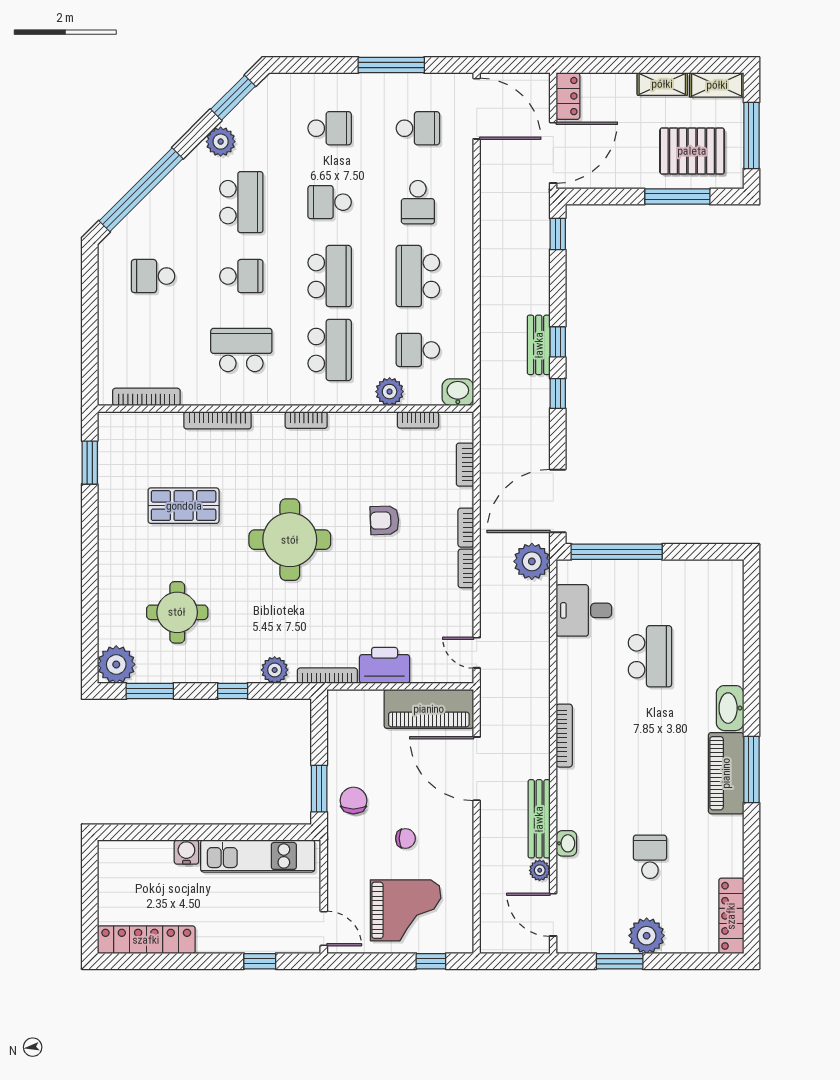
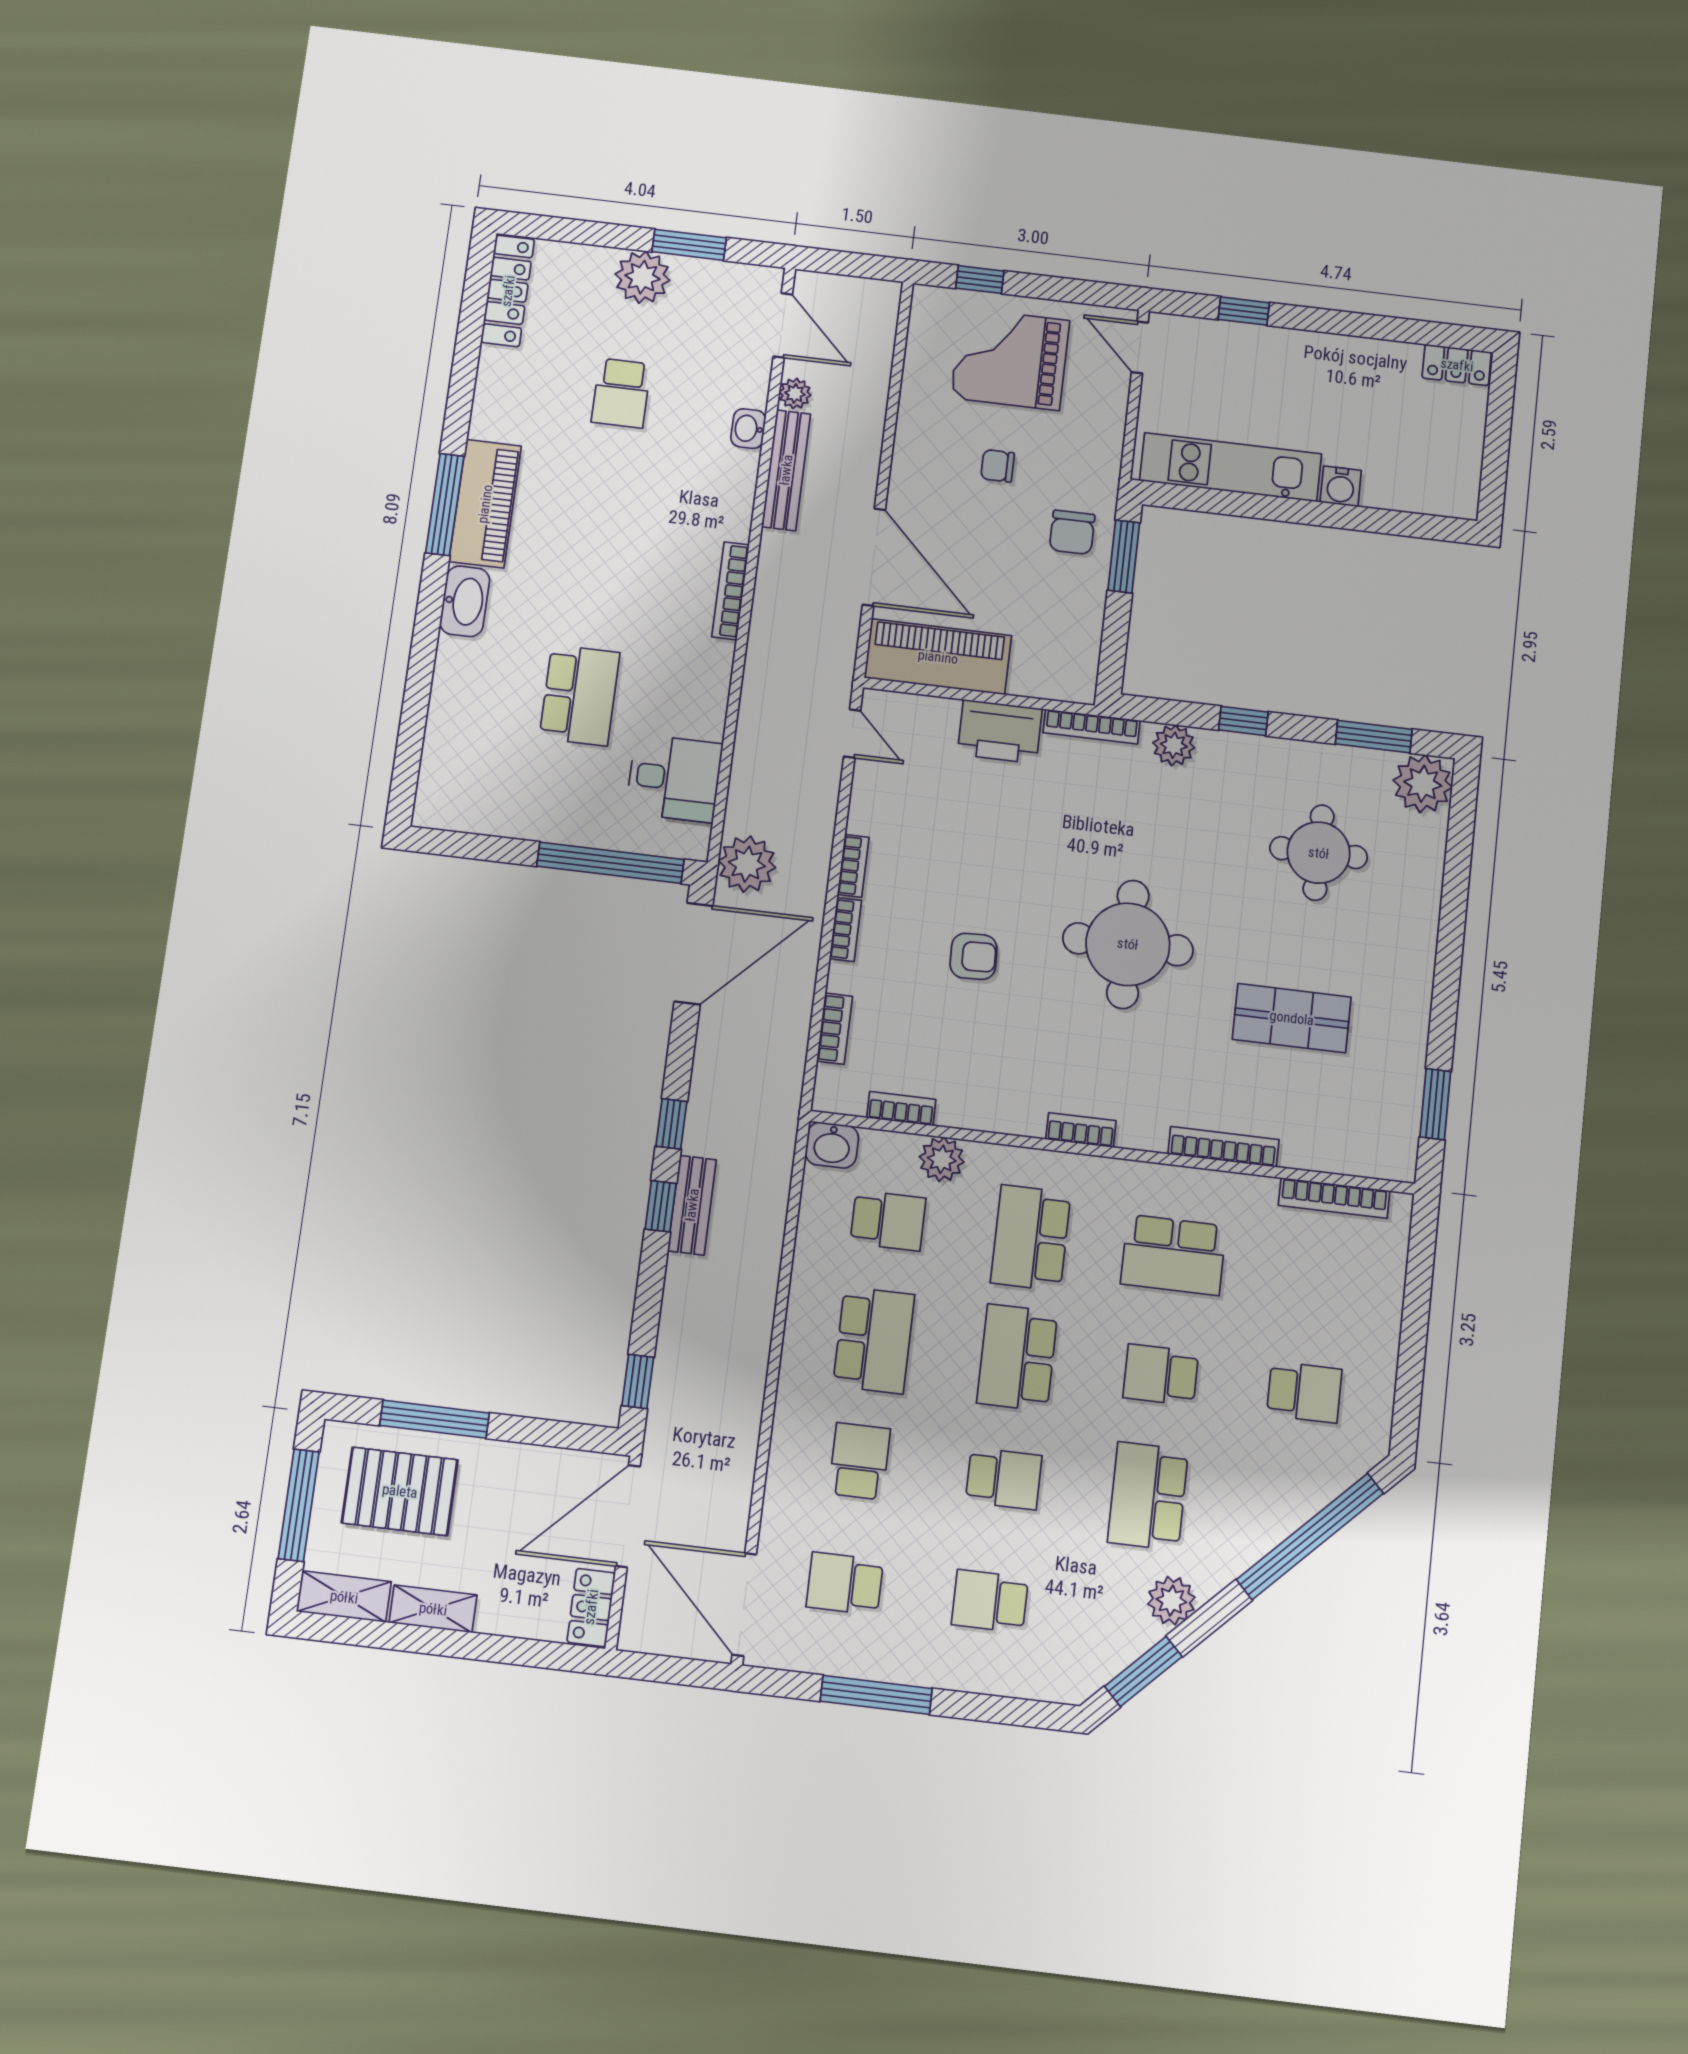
school desk: (650, 656) -> (580, 695), turned 180
locker: (146, 940) -> (1457, 365), width x0.46, depth x0.83

